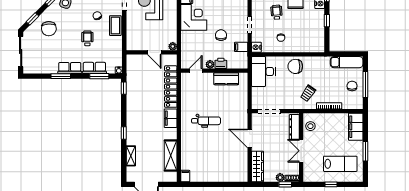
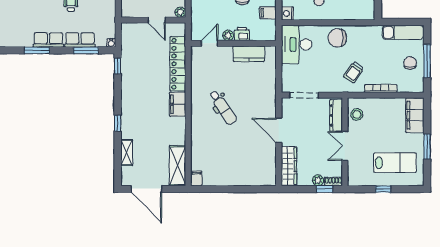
dental chair: (206, 121) -> (223, 108), turned 56
shelving: (171, 156) -> (178, 166), moved

